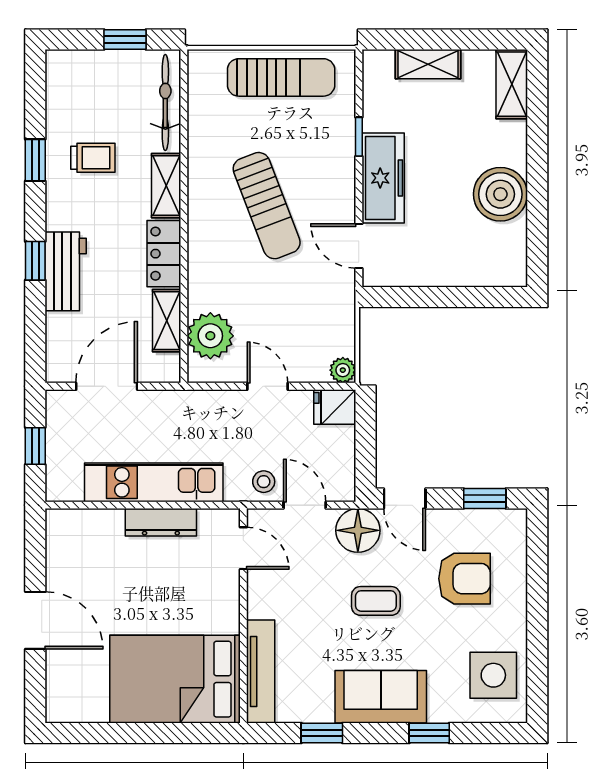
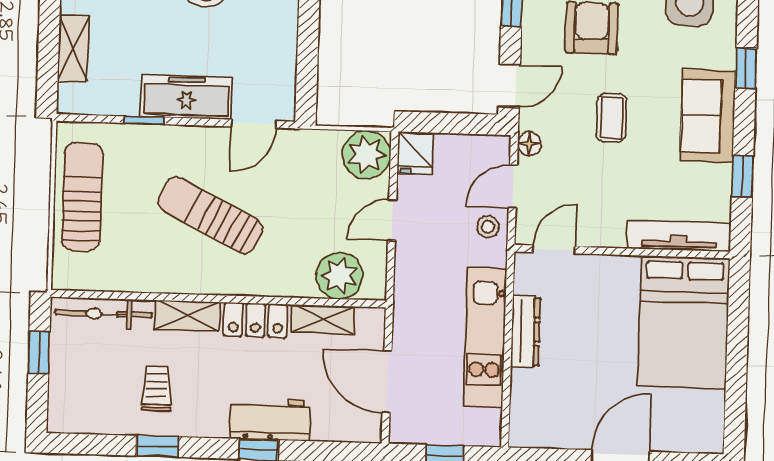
sun lounger: (267, 206) -> (210, 215), turned -132
plant: (343, 370) -> (367, 155), width x1.87, depth x1.87
floor lamp: (358, 530) -> (529, 144), width x0.53, depth x0.53

